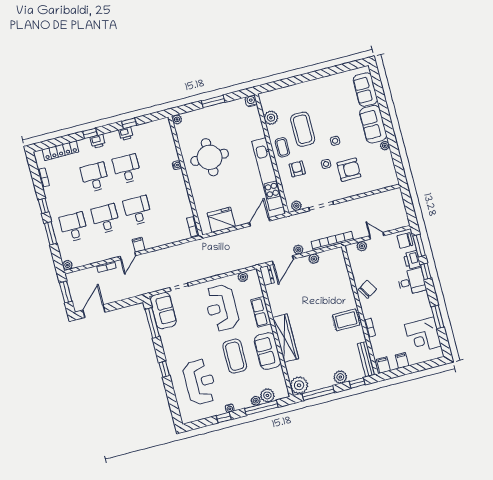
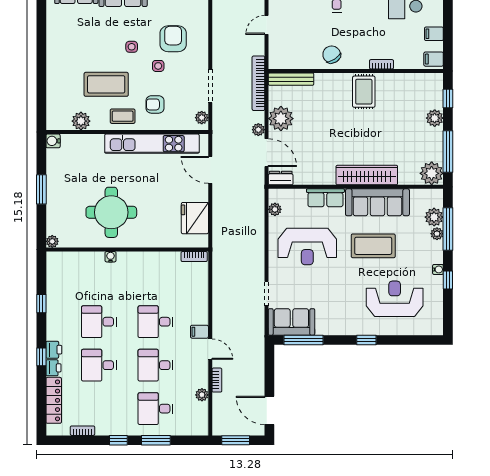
printer: (126, 134) -> (53, 368), moved
plant: (362, 246) -> (275, 47), removed
plant: (314, 259) -> (281, 119), width x1.88, depth x1.88
plant: (67, 265) -> (202, 395), moved
sofa: (268, 351) -> (377, 202), width x1.36
bench: (366, 359) -> (291, 79), moved

